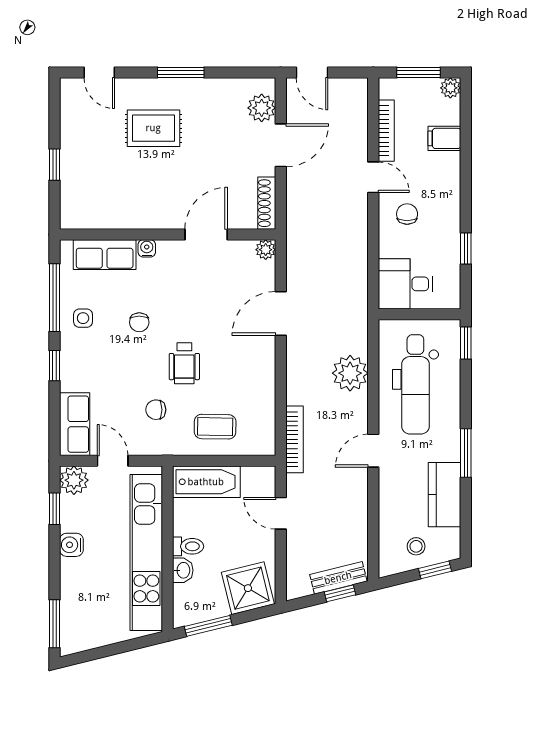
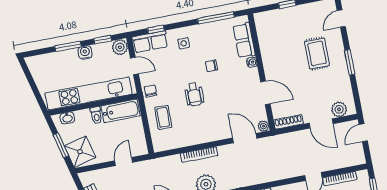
door: (281, 313) -> (245, 138), moved
side table: (83, 318) -> (184, 43), moved
wheelchair: (184, 363) -> (194, 94), turned -90
window: (54, 366) -> (156, 29), moved
chair: (156, 410) -> (150, 91), moved
bookcase: (294, 439) -> (199, 155), moved
door: (113, 461) -> (134, 66), hinge flipped
bathtub: (206, 482) -> (121, 111), moved, turned -90
washbasin: (183, 570) -> (67, 118), moved
window: (54, 624) -> (68, 46), moved
window: (208, 626) -> (61, 145), moved

